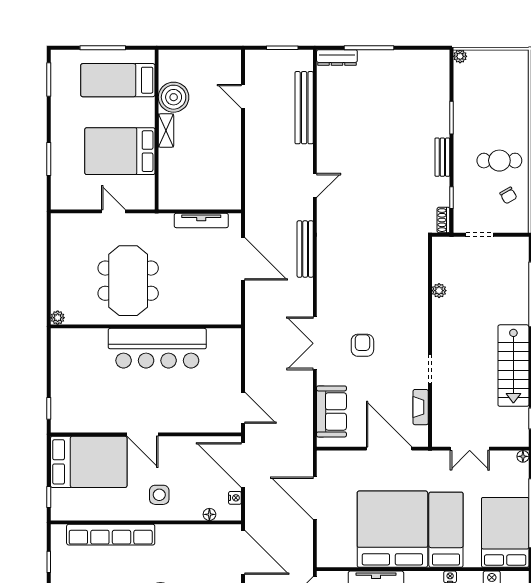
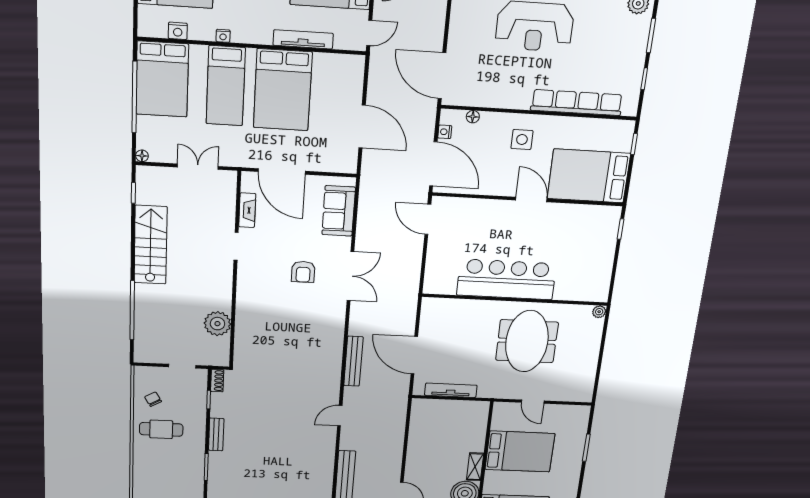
plant: (439, 291) -> (217, 324), width x1.88, depth x1.88
bed: (392, 529) -> (283, 90), width x0.73

